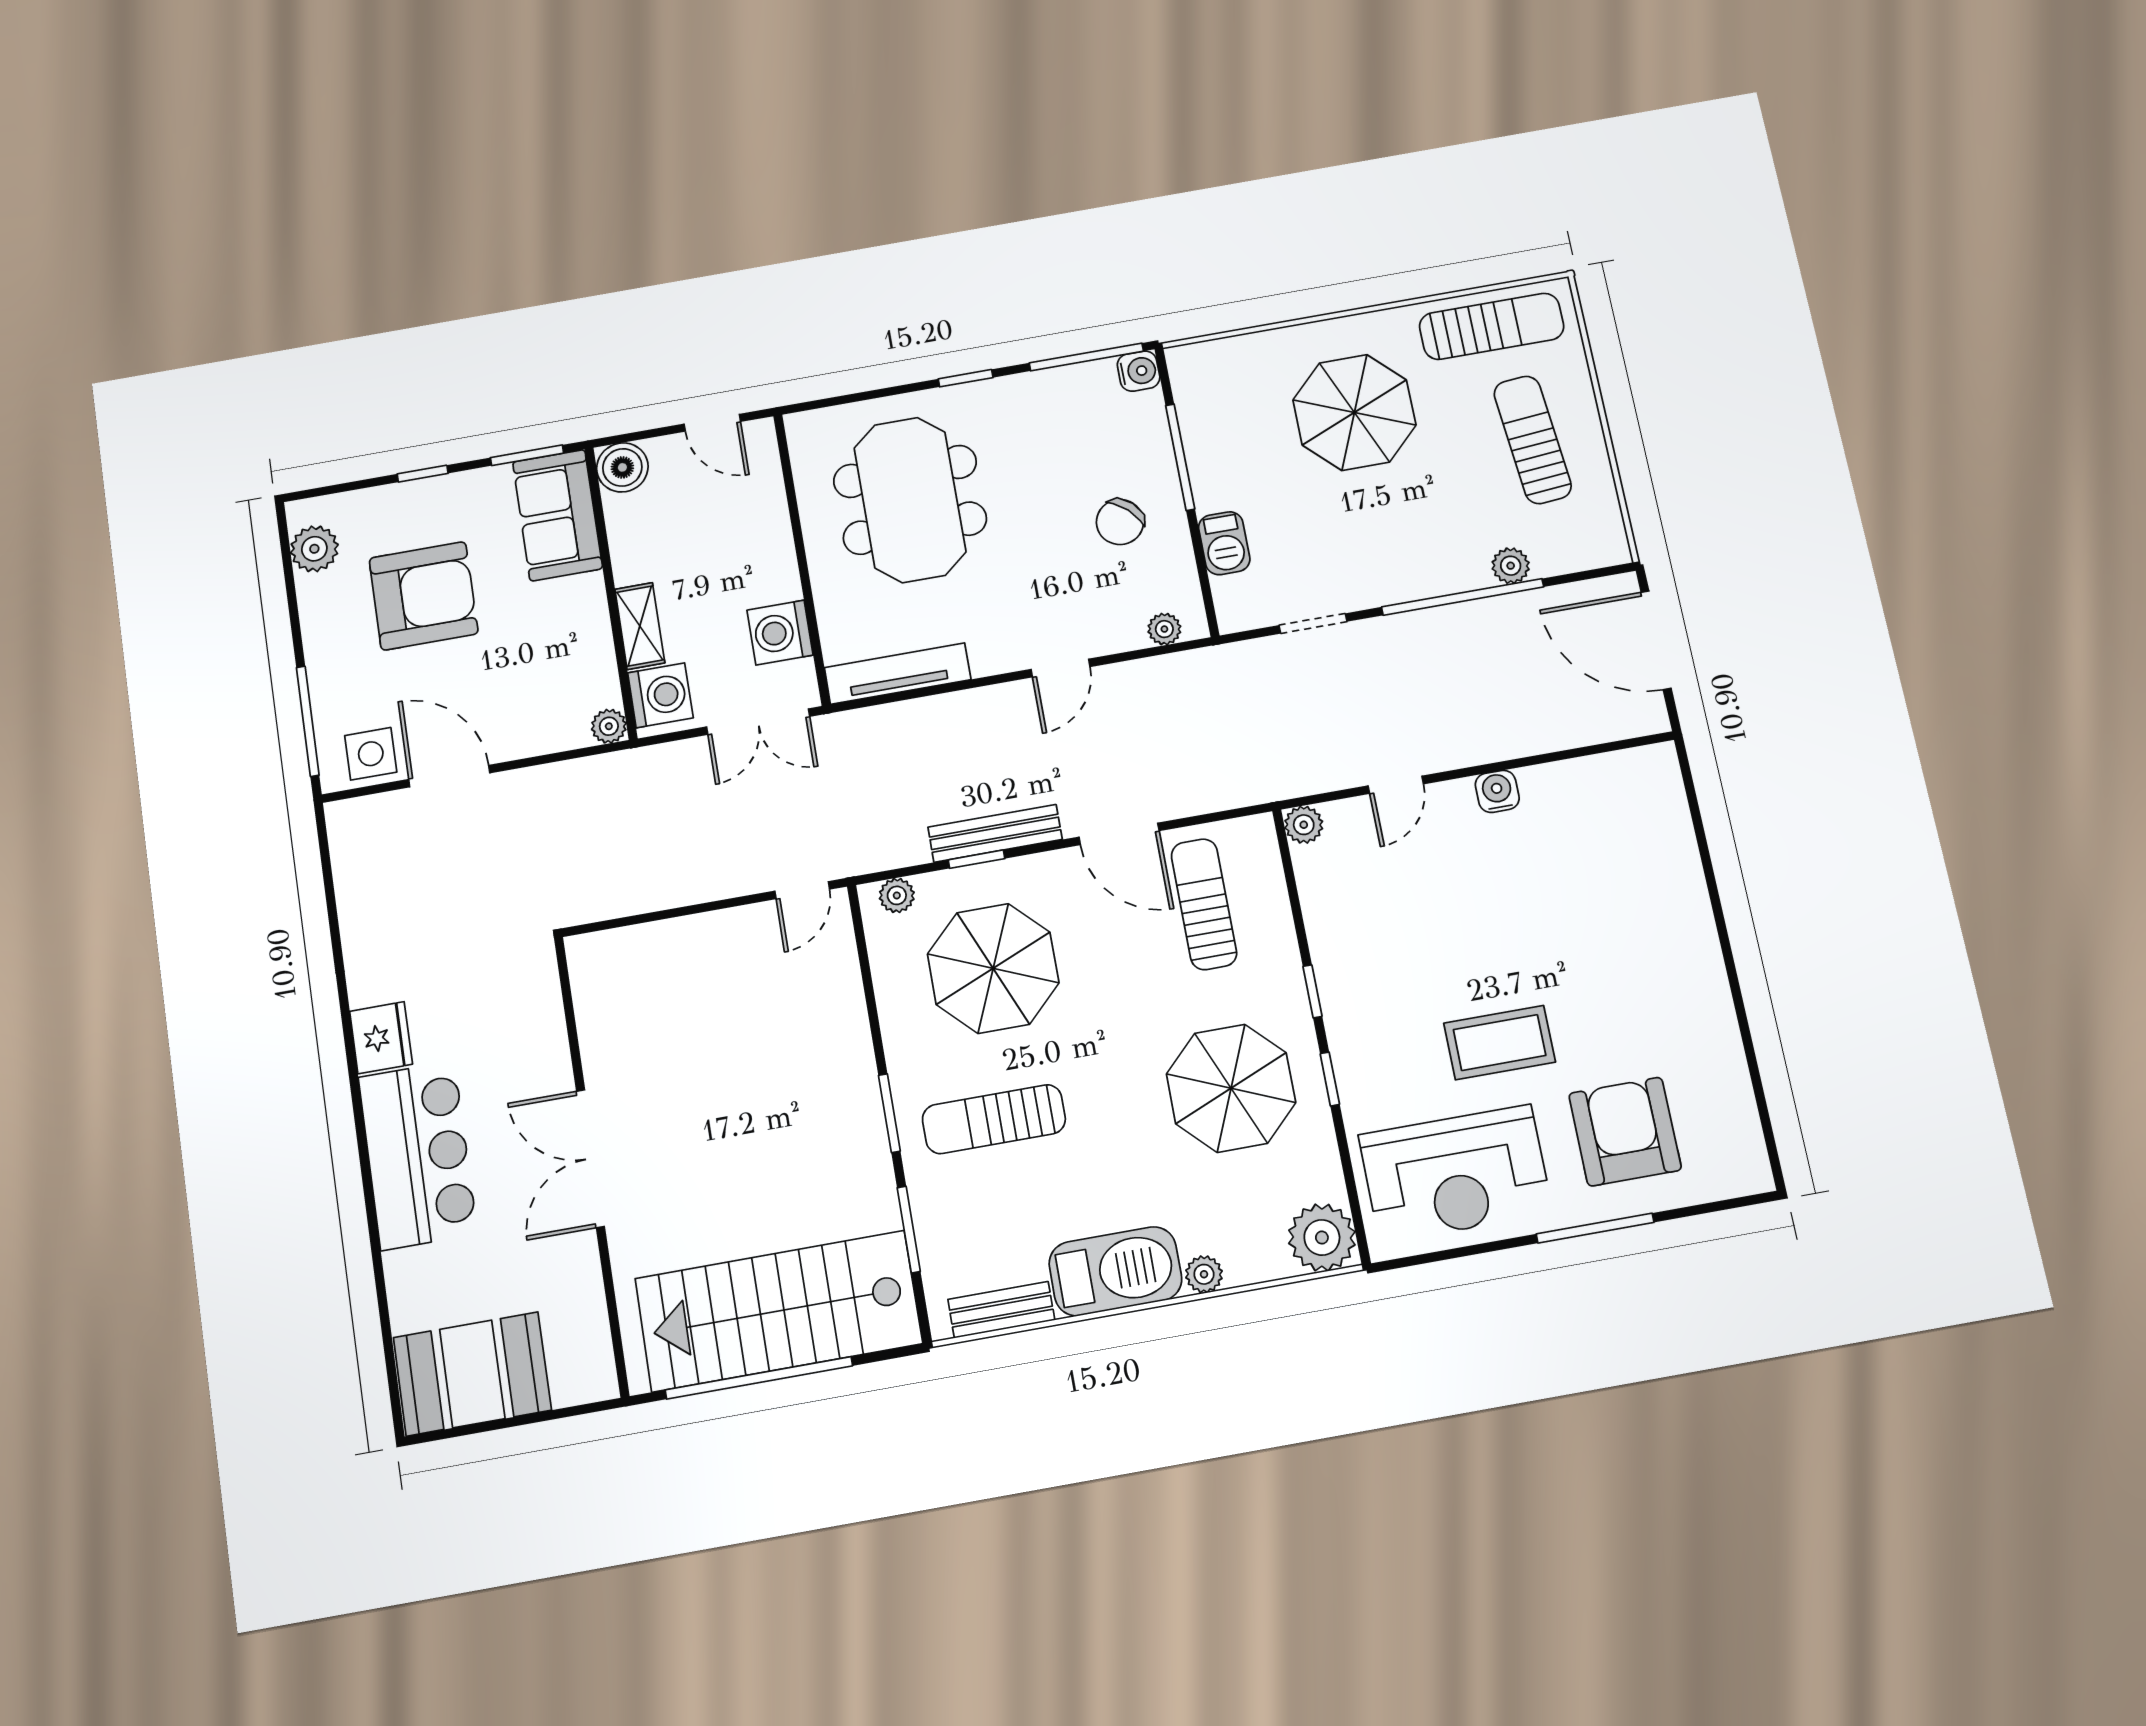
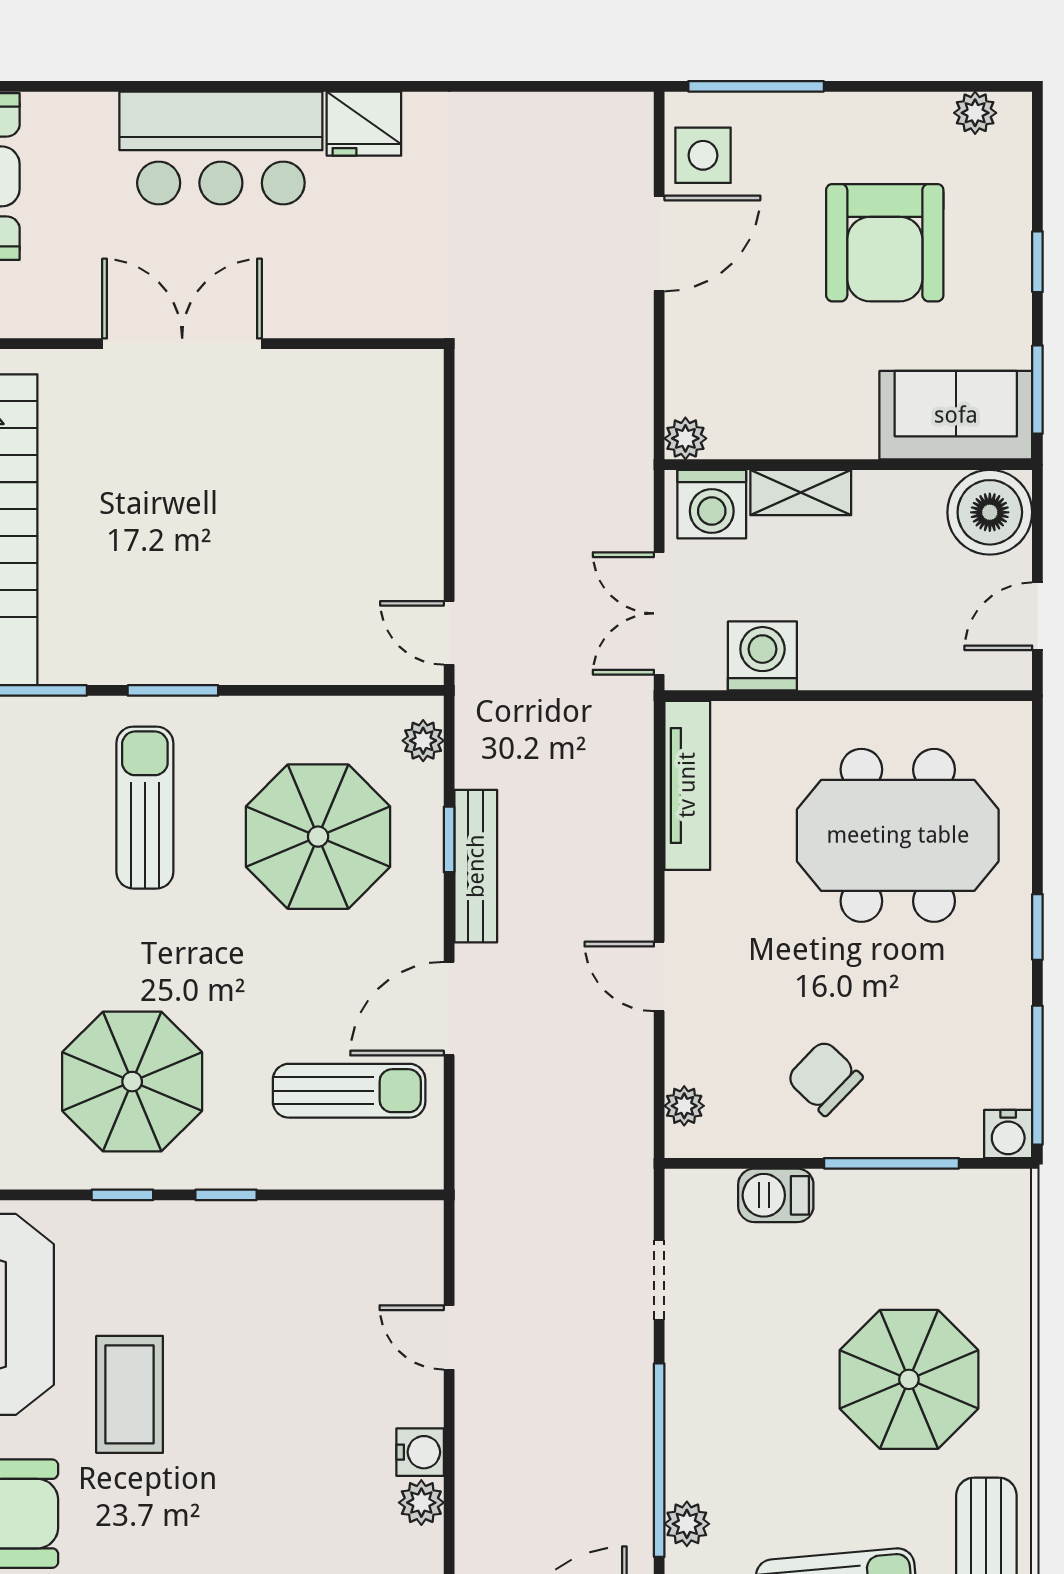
boiler: (622, 467) -> (990, 512), width x1.37, depth x1.37
plant: (314, 549) -> (975, 113), width x0.73, depth x0.73
plant: (1304, 825) -> (421, 1503), moved

